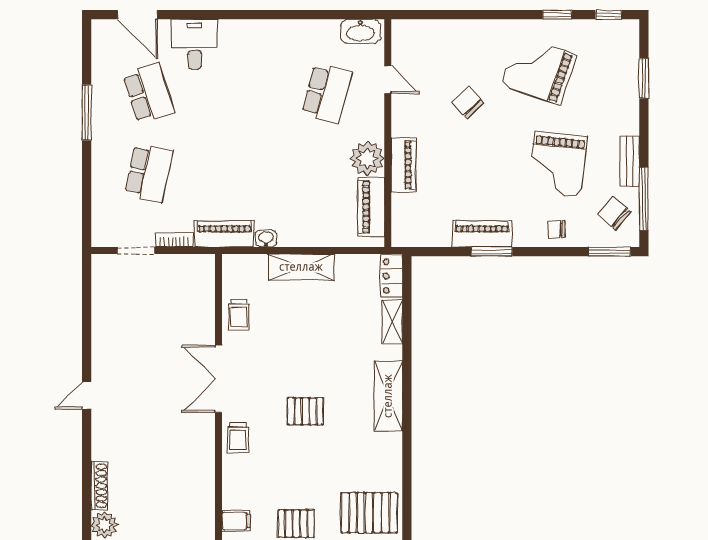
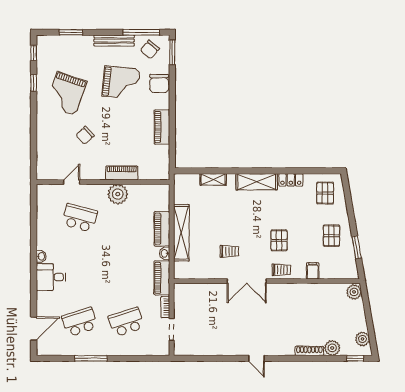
washbasin: (360, 31) -> (41, 256), moved, width x0.52, depth x0.69
desk: (195, 44) -> (51, 277), moved
bench: (630, 161) -> (114, 41), width x1.36
school desk: (149, 173) -> (126, 322), turned -30
piano: (371, 207) -> (162, 229), moved, turned 90
chair: (556, 229) -> (159, 83), width x1.87, depth x1.87
window: (492, 252) -> (172, 121), removed
shelving: (301, 267) -> (181, 233), width x1.47
locker: (392, 276) -> (291, 180), moved
trolley: (239, 315) -> (229, 251), moved
pallet: (305, 411) -> (279, 240), moved
pallet: (369, 513) -> (325, 193), width x0.67, depth x0.71
filing cabinet: (236, 521) -> (313, 271), moved

